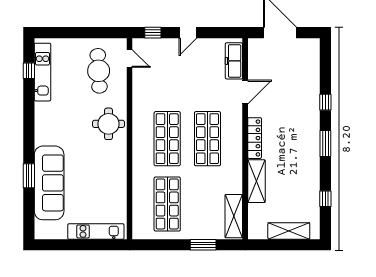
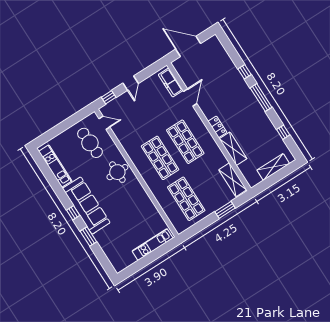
window: (29, 71) -> (73, 213), moved
locker: (255, 138) -> (217, 127), width x0.66
window: (325, 143) -> (261, 98), width x1.44
sofa: (49, 183) -> (86, 206), moved

